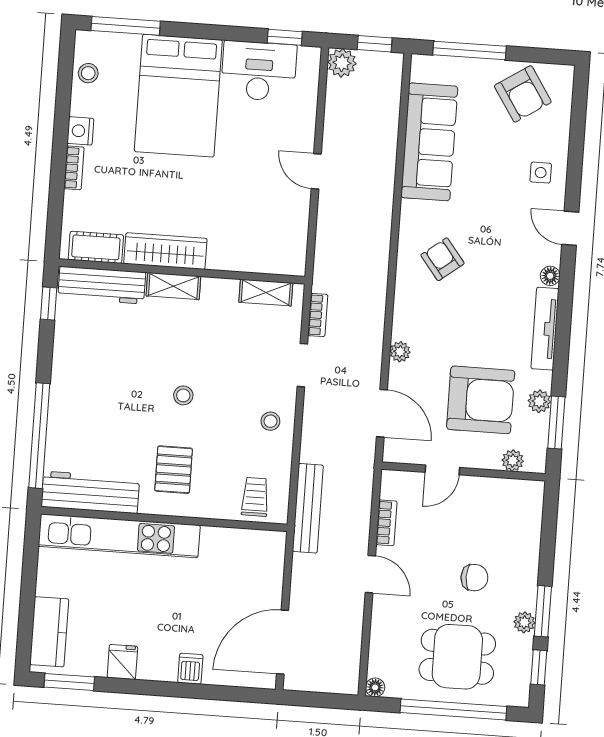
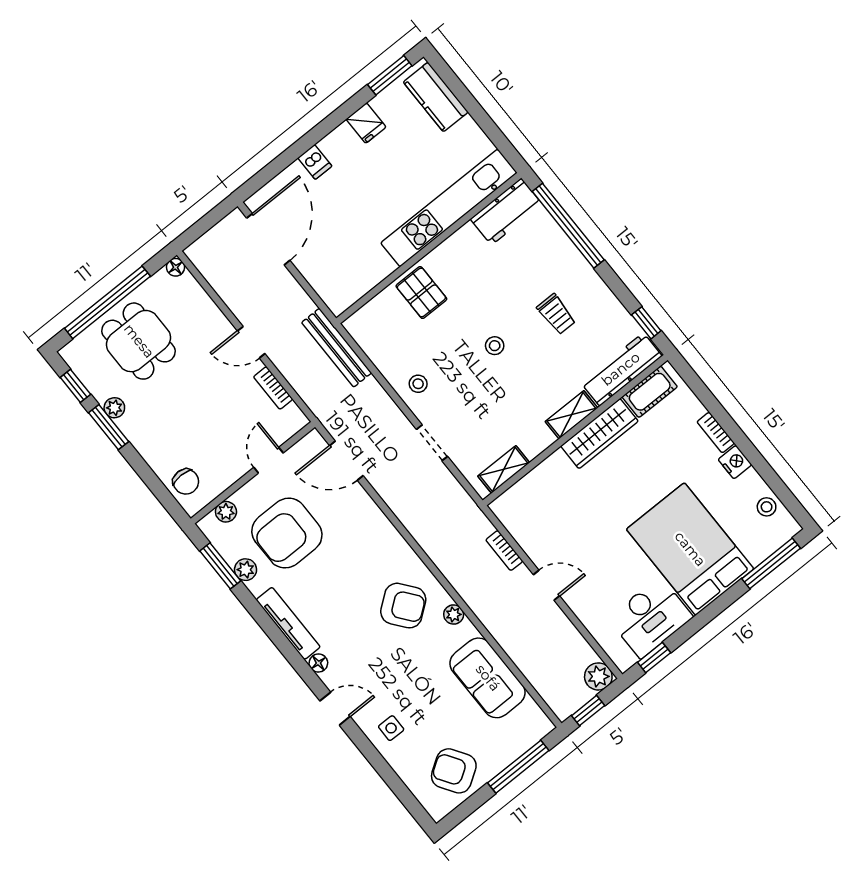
sofa: (429, 142) -> (488, 678), width x0.73
armchair: (443, 259) -> (403, 606), width x1.38, depth x1.38
bookcase: (318, 315) -> (504, 550), moved
plant: (400, 352) -> (454, 614), moved
pallet: (174, 470) -> (421, 293), moved
workbench: (90, 492) -> (506, 212), width x0.73
trolley: (255, 497) -> (556, 314), moved
chair: (474, 578) -> (186, 482), moved, turned -90
dining table: (457, 657) -> (139, 341), turned 90

